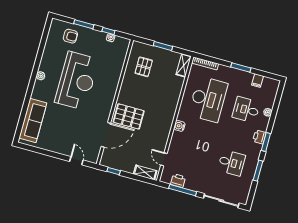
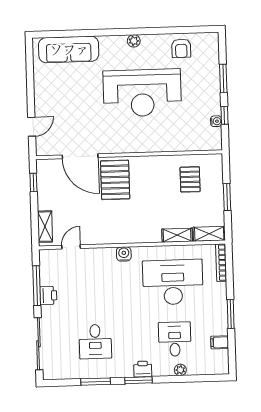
armchair: (70, 36) -> (181, 48), moved
pallet: (144, 67) -> (190, 179), turned 90
shelving: (178, 87) -> (177, 235), added
desk: (208, 99) -> (173, 282), turned 180
printer: (178, 181) -> (48, 296), moved

